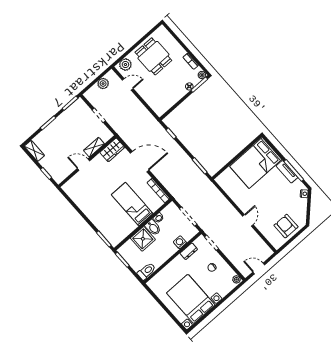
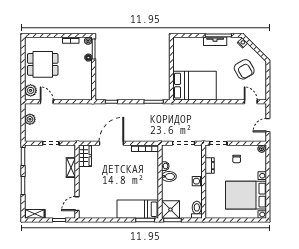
door: (128, 84) -> (47, 102), hinge flipped
bed: (256, 163) -> (195, 86), moved, turned -90
door: (83, 165) -> (77, 204), moved
bed: (132, 204) -> (138, 209), moved
door: (248, 220) -> (251, 102), moved
armchair: (286, 226) -> (244, 69), moved, turned -120
shower: (143, 239) -> (170, 210), moved
washing machine: (180, 242) -> (197, 181), moved

